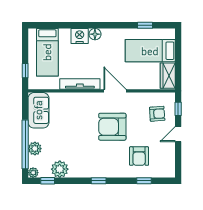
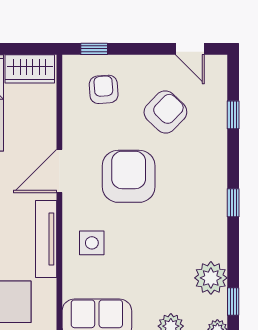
side table: (78, 108) -> (92, 243), added
armchair: (112, 127) -> (129, 176), turned 180
door: (178, 134) -> (190, 49), moved
armchair: (139, 156) -> (165, 112), moved, turned -46

